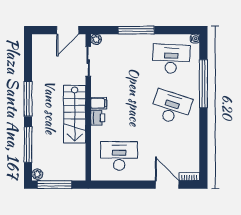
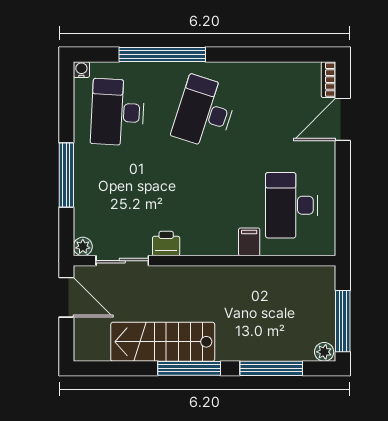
filing cabinet: (99, 103) -> (249, 242), moved
stairs: (75, 114) -> (163, 342), moved, turned 180
printer: (98, 118) -> (166, 244), moved

